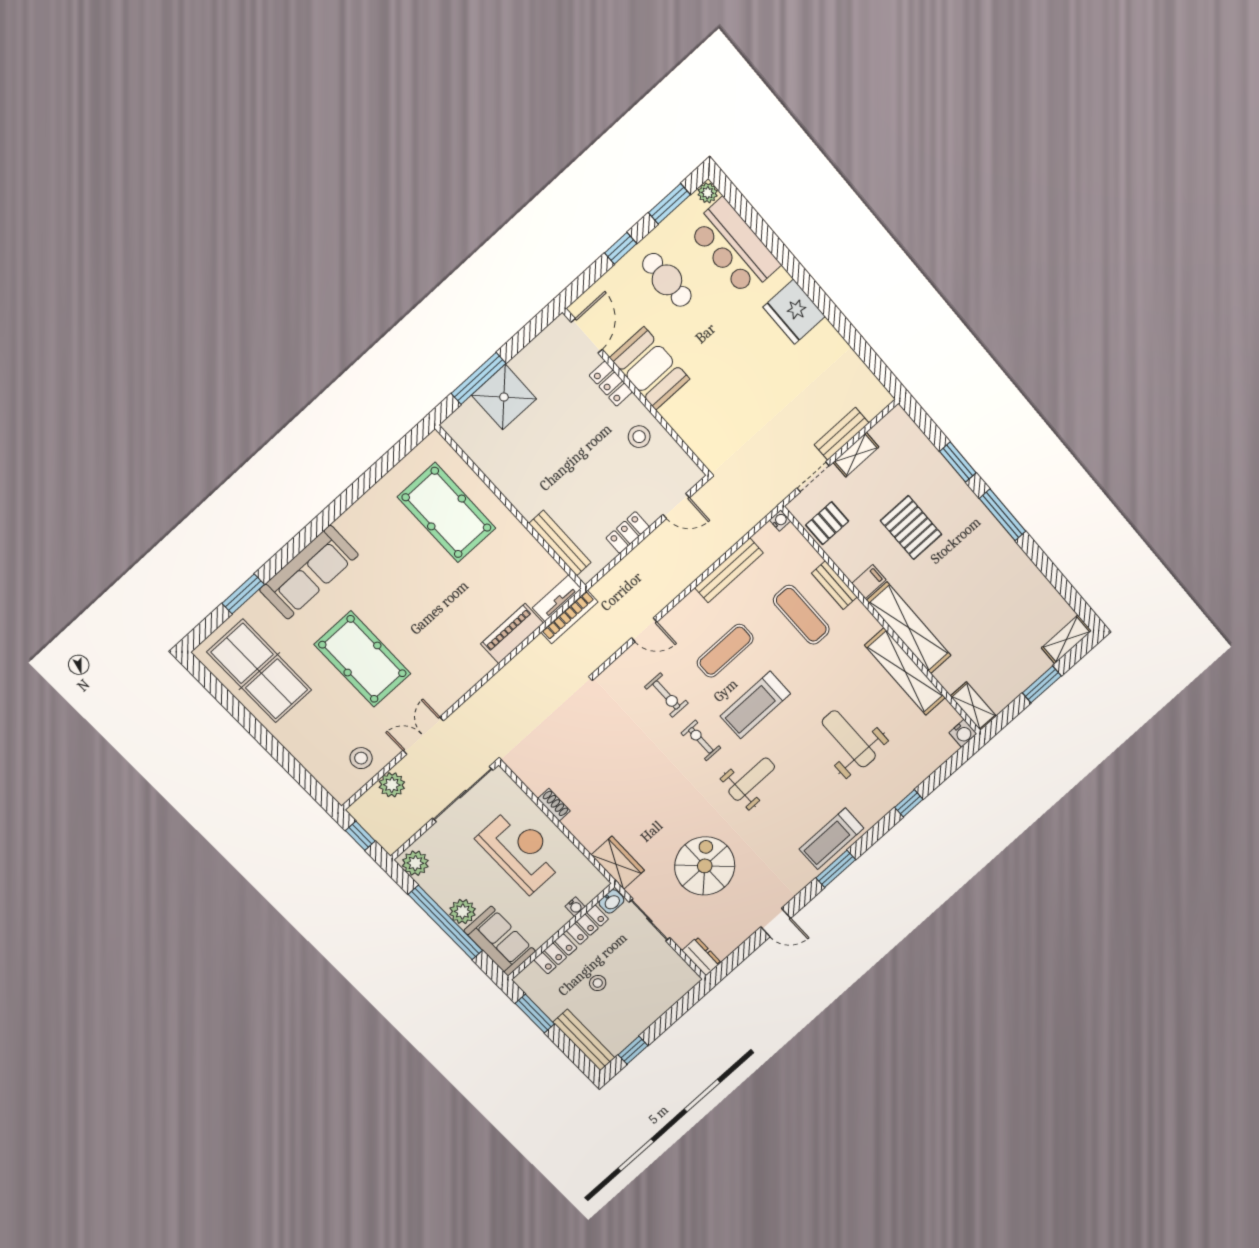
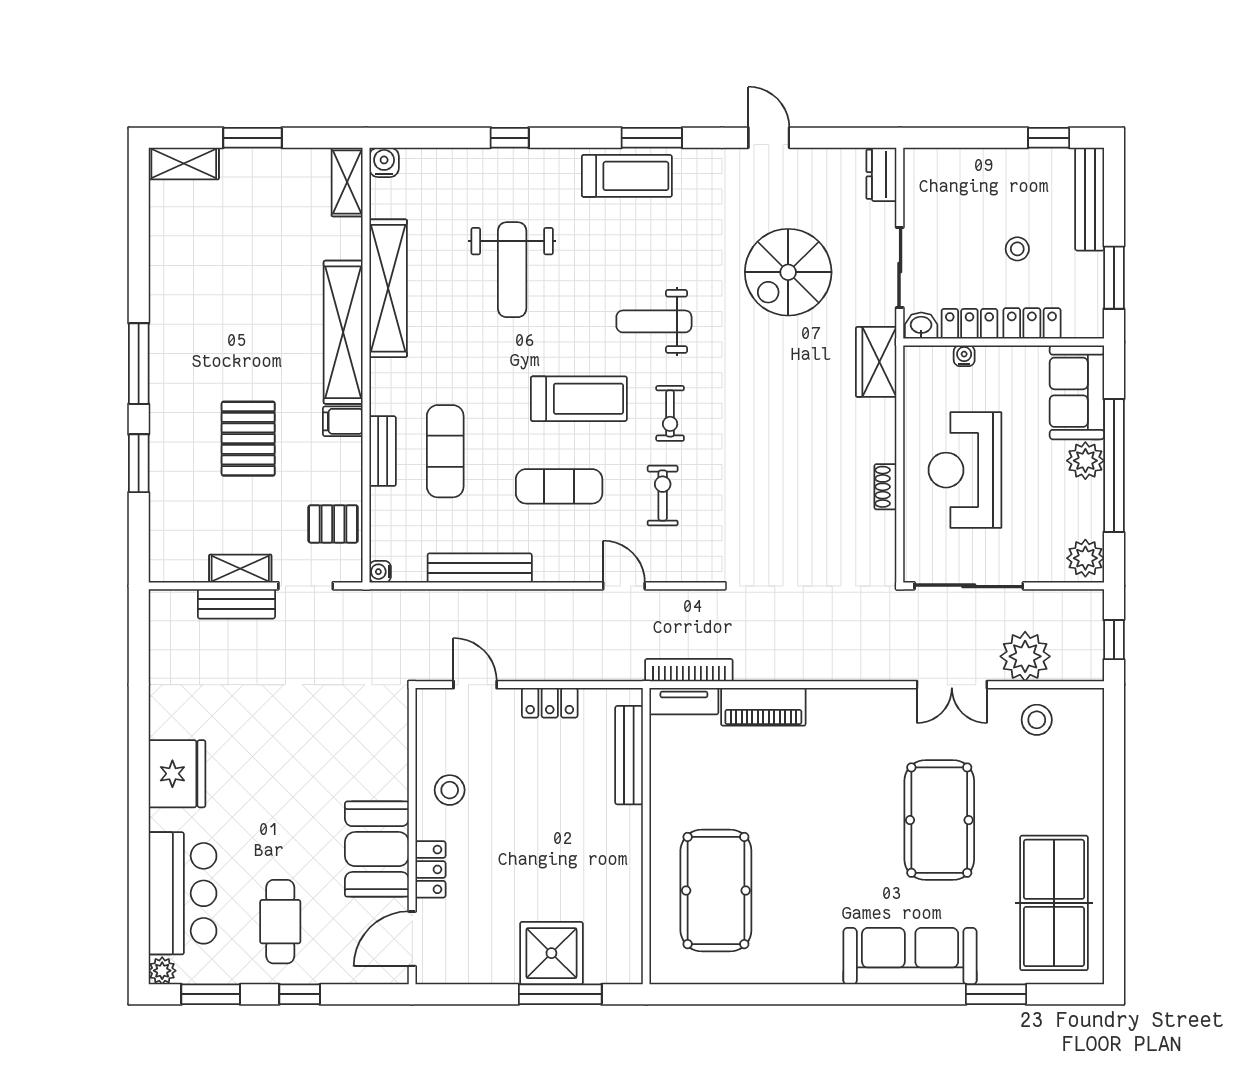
plant: (392, 785) -> (1025, 656), width x1.36, depth x1.36

